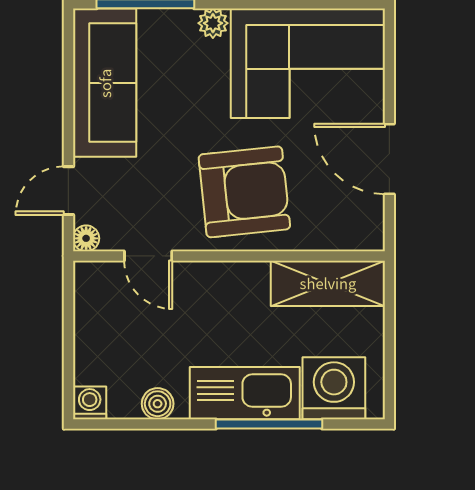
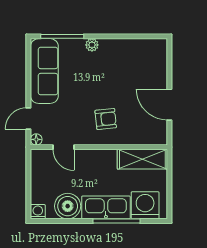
corner sofa: (308, 63) -> (134, 63), removed
armchair: (244, 192) -> (106, 119), width x0.53, depth x0.53
boiler: (158, 404) -> (68, 206), width x1.86, depth x1.86

